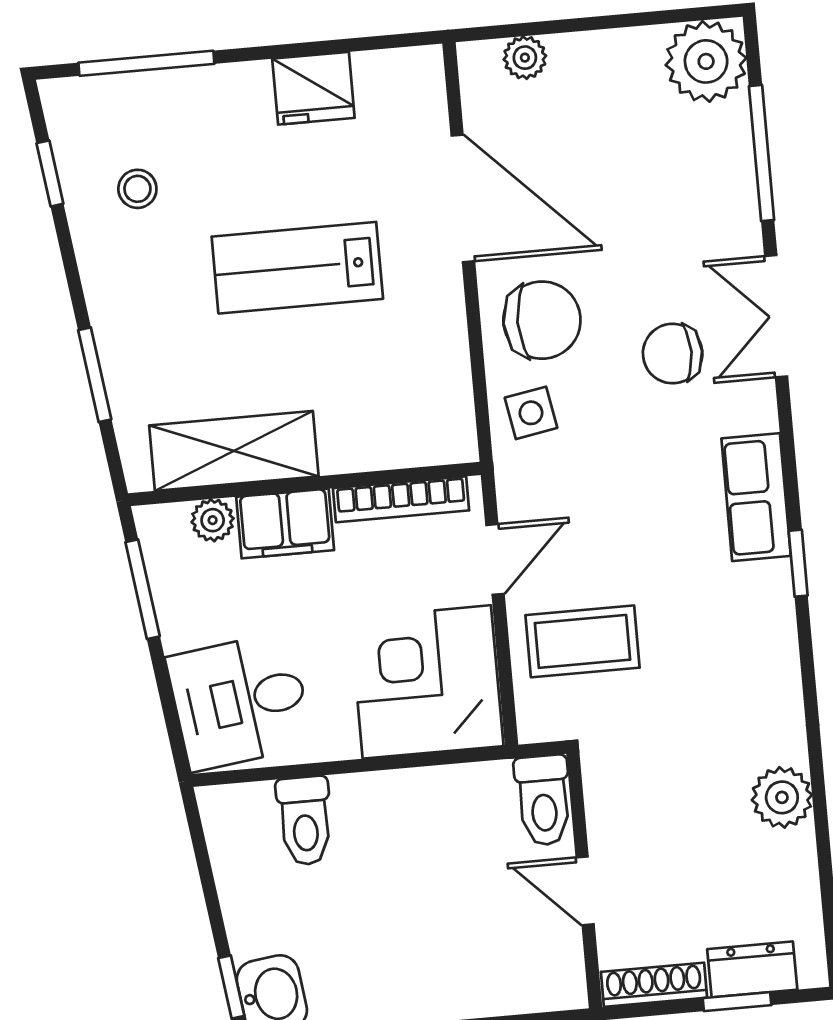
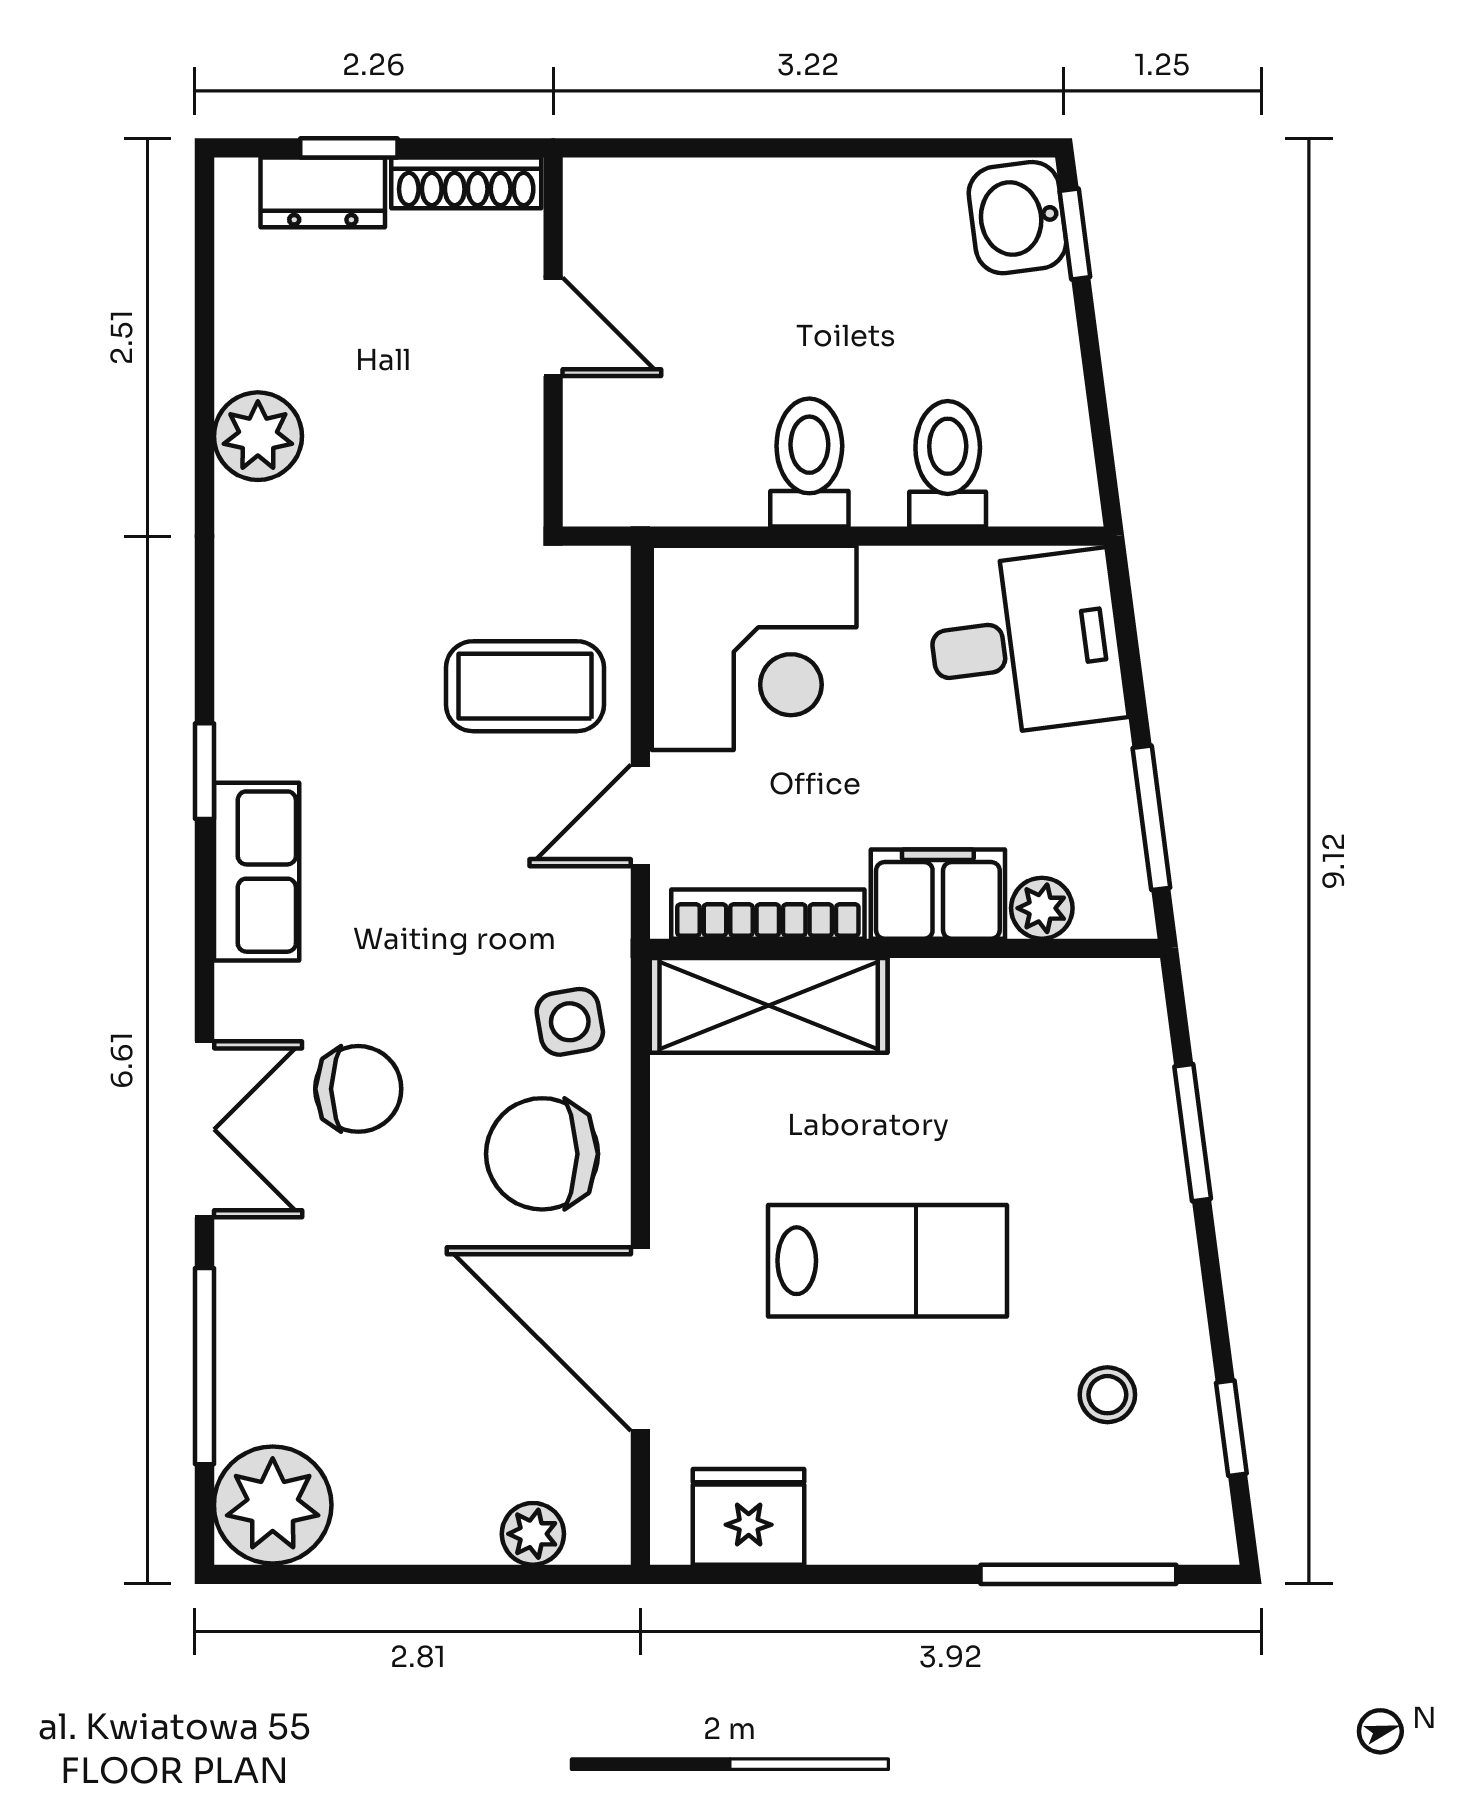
fridge: (313, 88) -> (749, 1517), moved
shelving: (234, 451) -> (769, 1005), moved
toilet: (543, 800) -> (809, 463), moved

